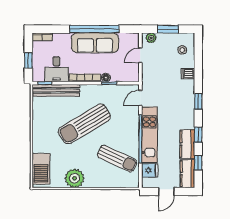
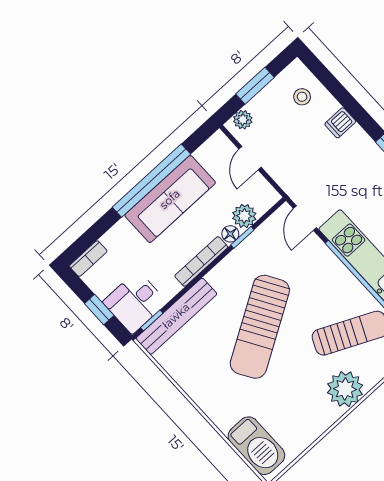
desk: (56, 69) -> (135, 302), moved, turned 90
plant: (118, 76) -> (244, 216), added
plant: (75, 178) -> (345, 389), moved

